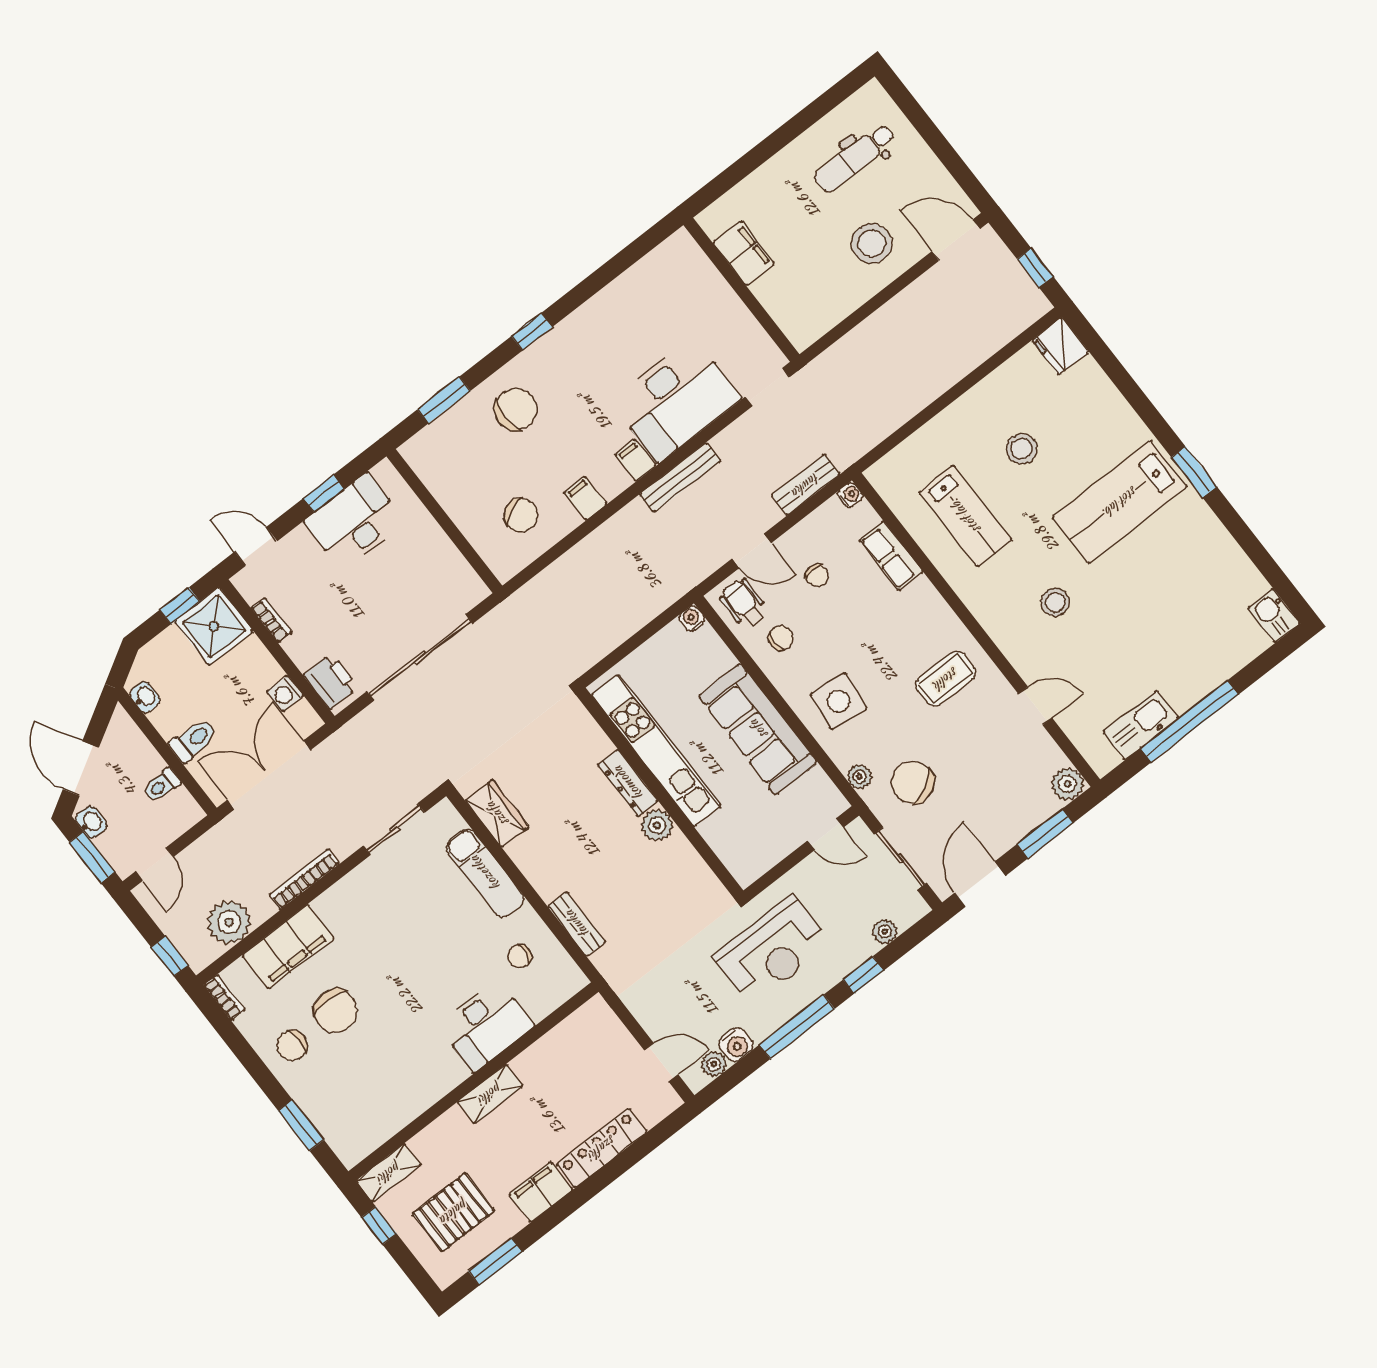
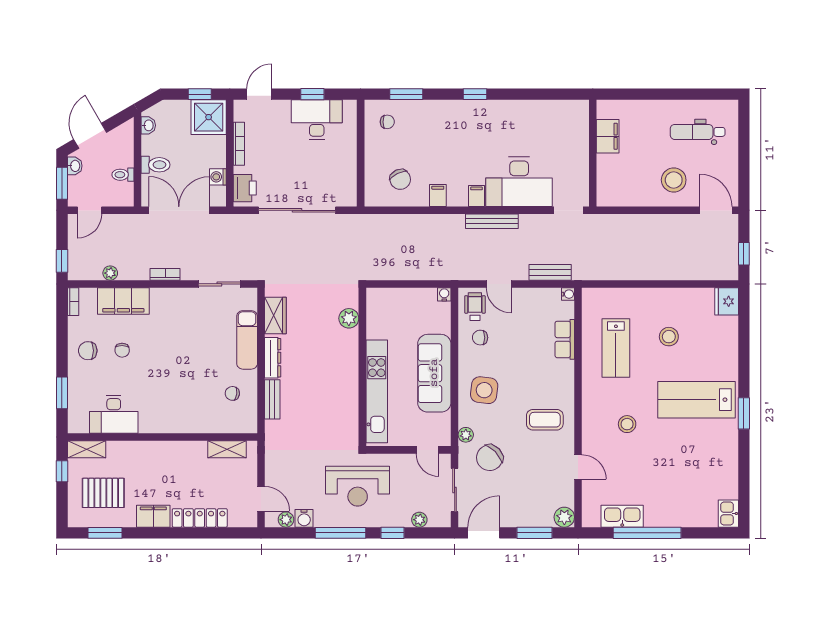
chair: (516, 409) -> (387, 122), moved, width x0.54, depth x0.54
door: (256, 546) -> (259, 94), hinge flipped
chair: (817, 576) -> (521, 321), removed
bookcase: (272, 620) -> (239, 144), width x1.56
chair: (781, 638) -> (480, 338), turned 180
kitchen unit: (656, 750) -> (377, 391), moved
chair: (913, 782) -> (490, 458), turned -106
dresser: (628, 783) -> (273, 358), moved, turned 180
plant: (657, 825) -> (349, 318), moved
bookcase: (304, 879) -> (165, 274), width x0.64
plant: (229, 922) -> (110, 273), width x0.53, depth x0.53
chair: (336, 1011) -> (122, 350), width x0.54, depth x0.54
desk: (486, 1026) -> (114, 414), moved
shelving: (490, 1094) -> (227, 449), moved

